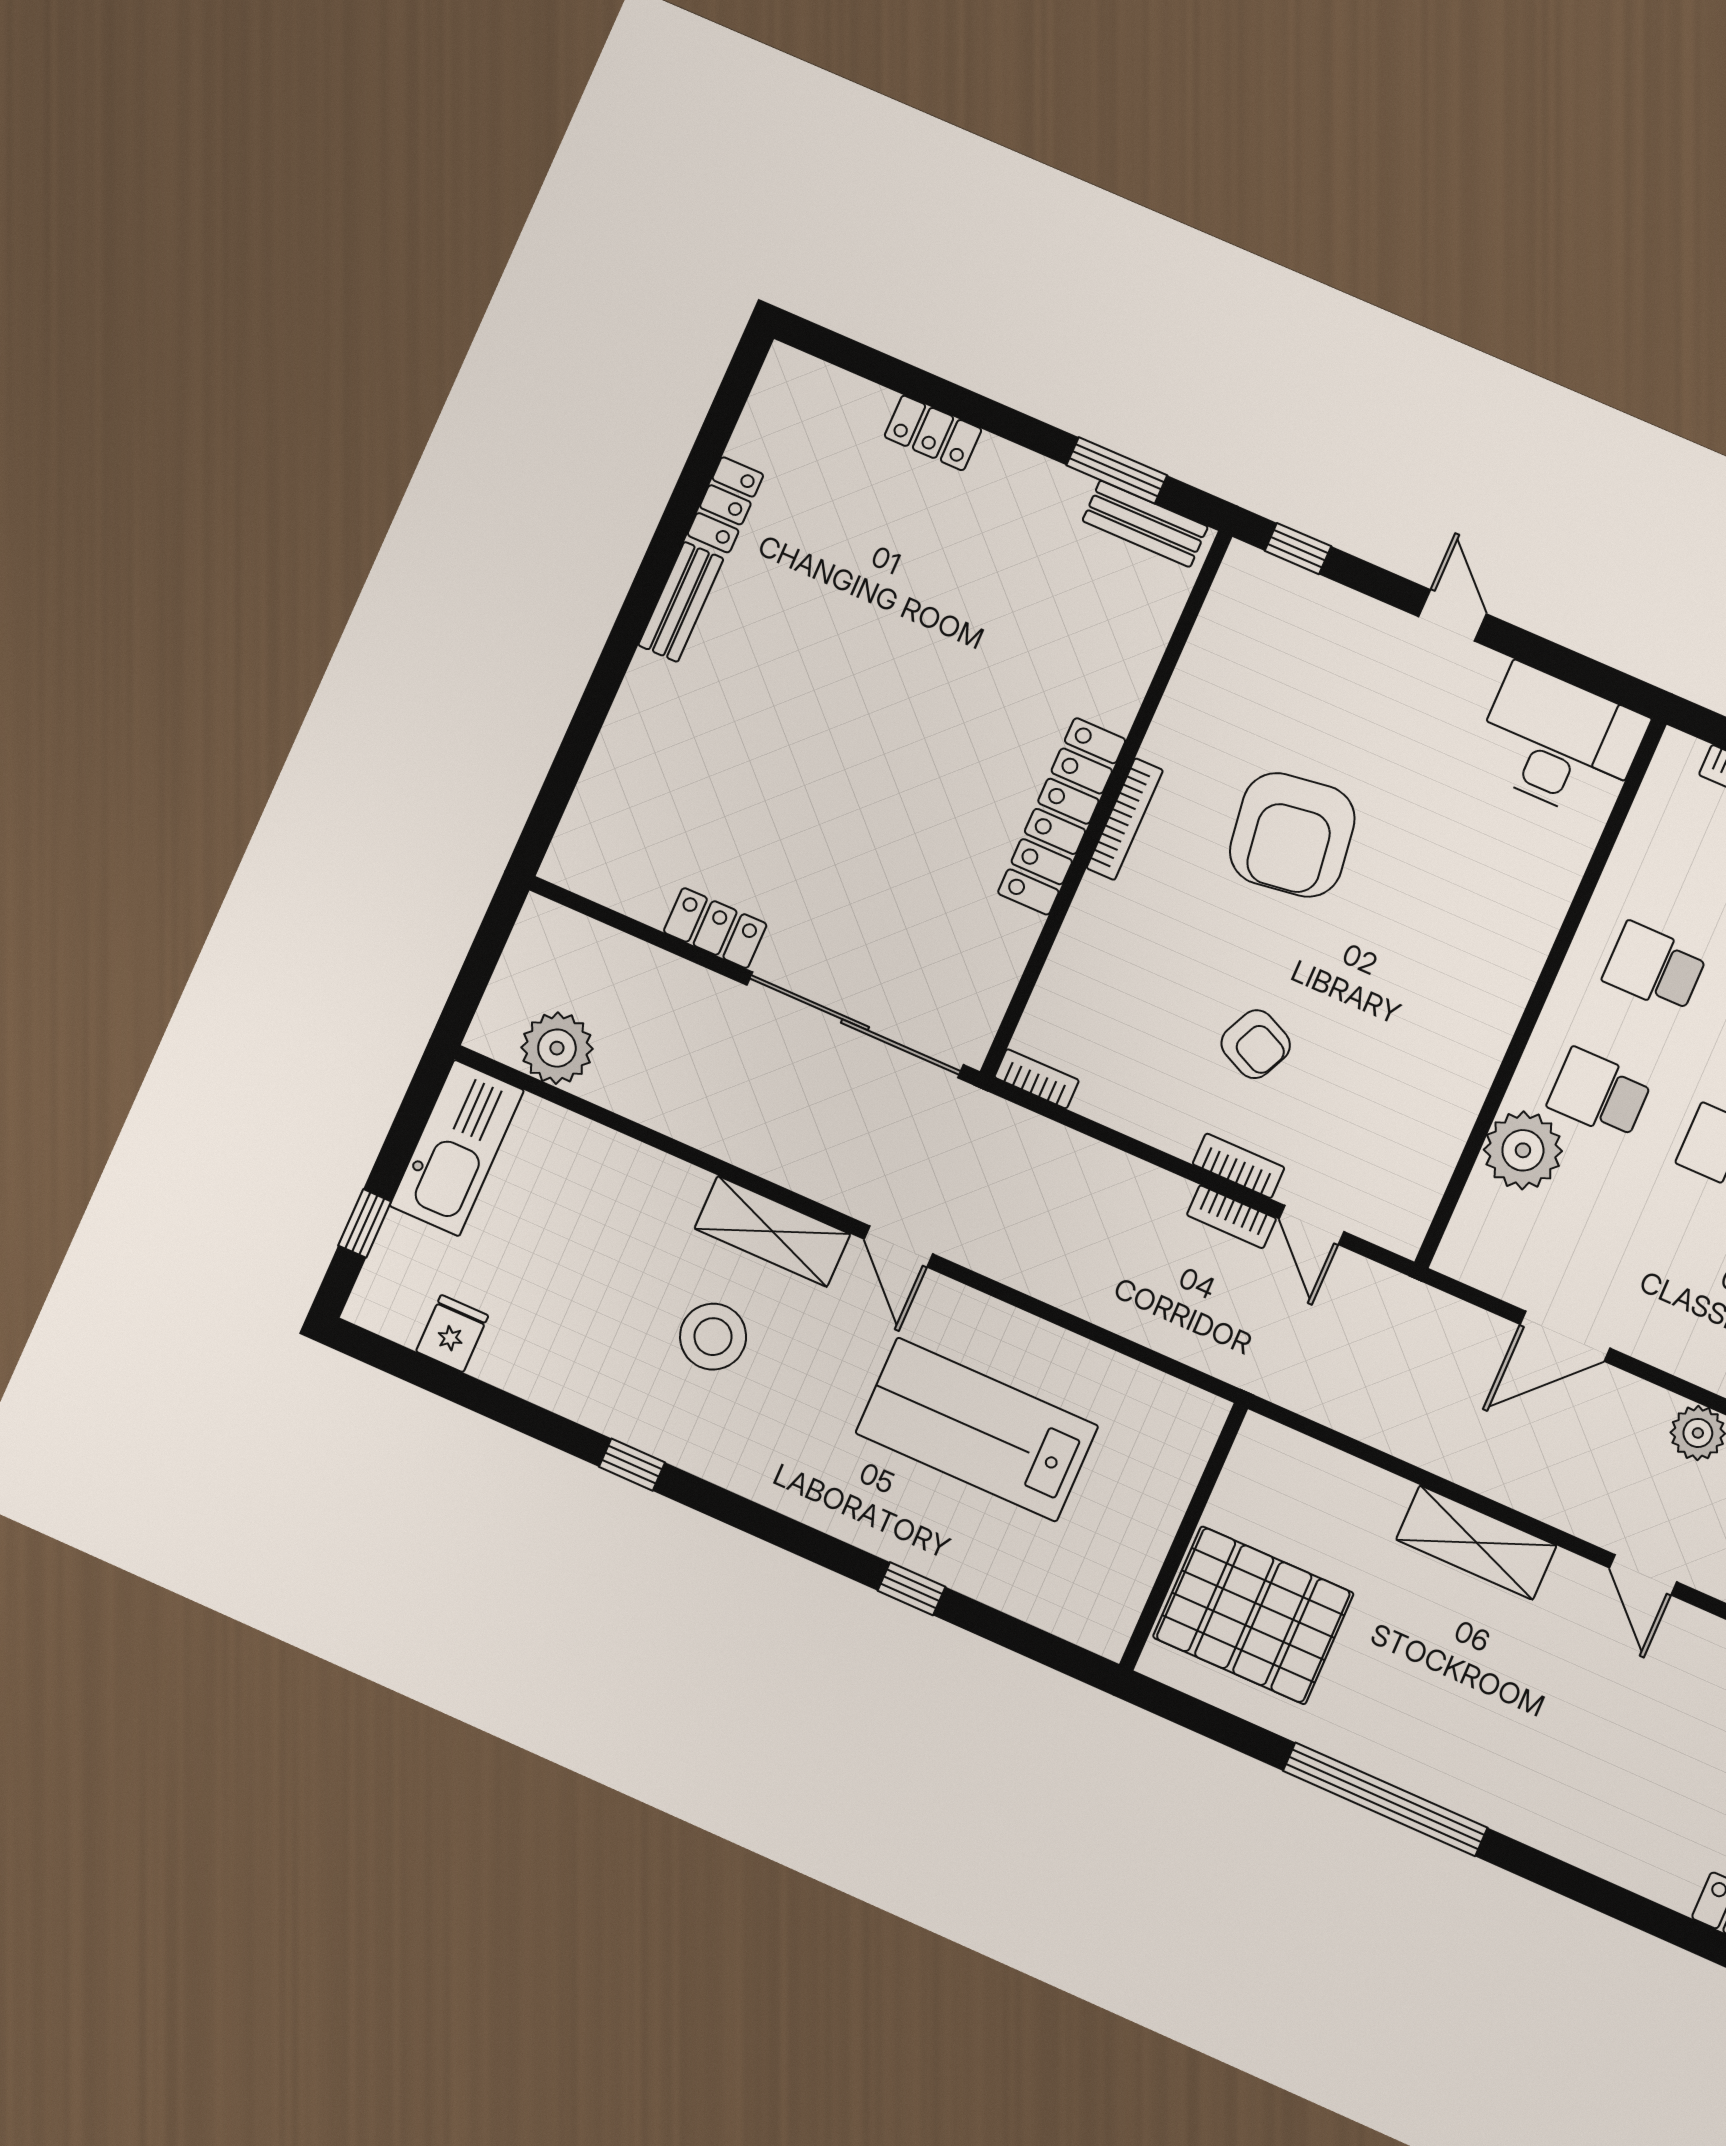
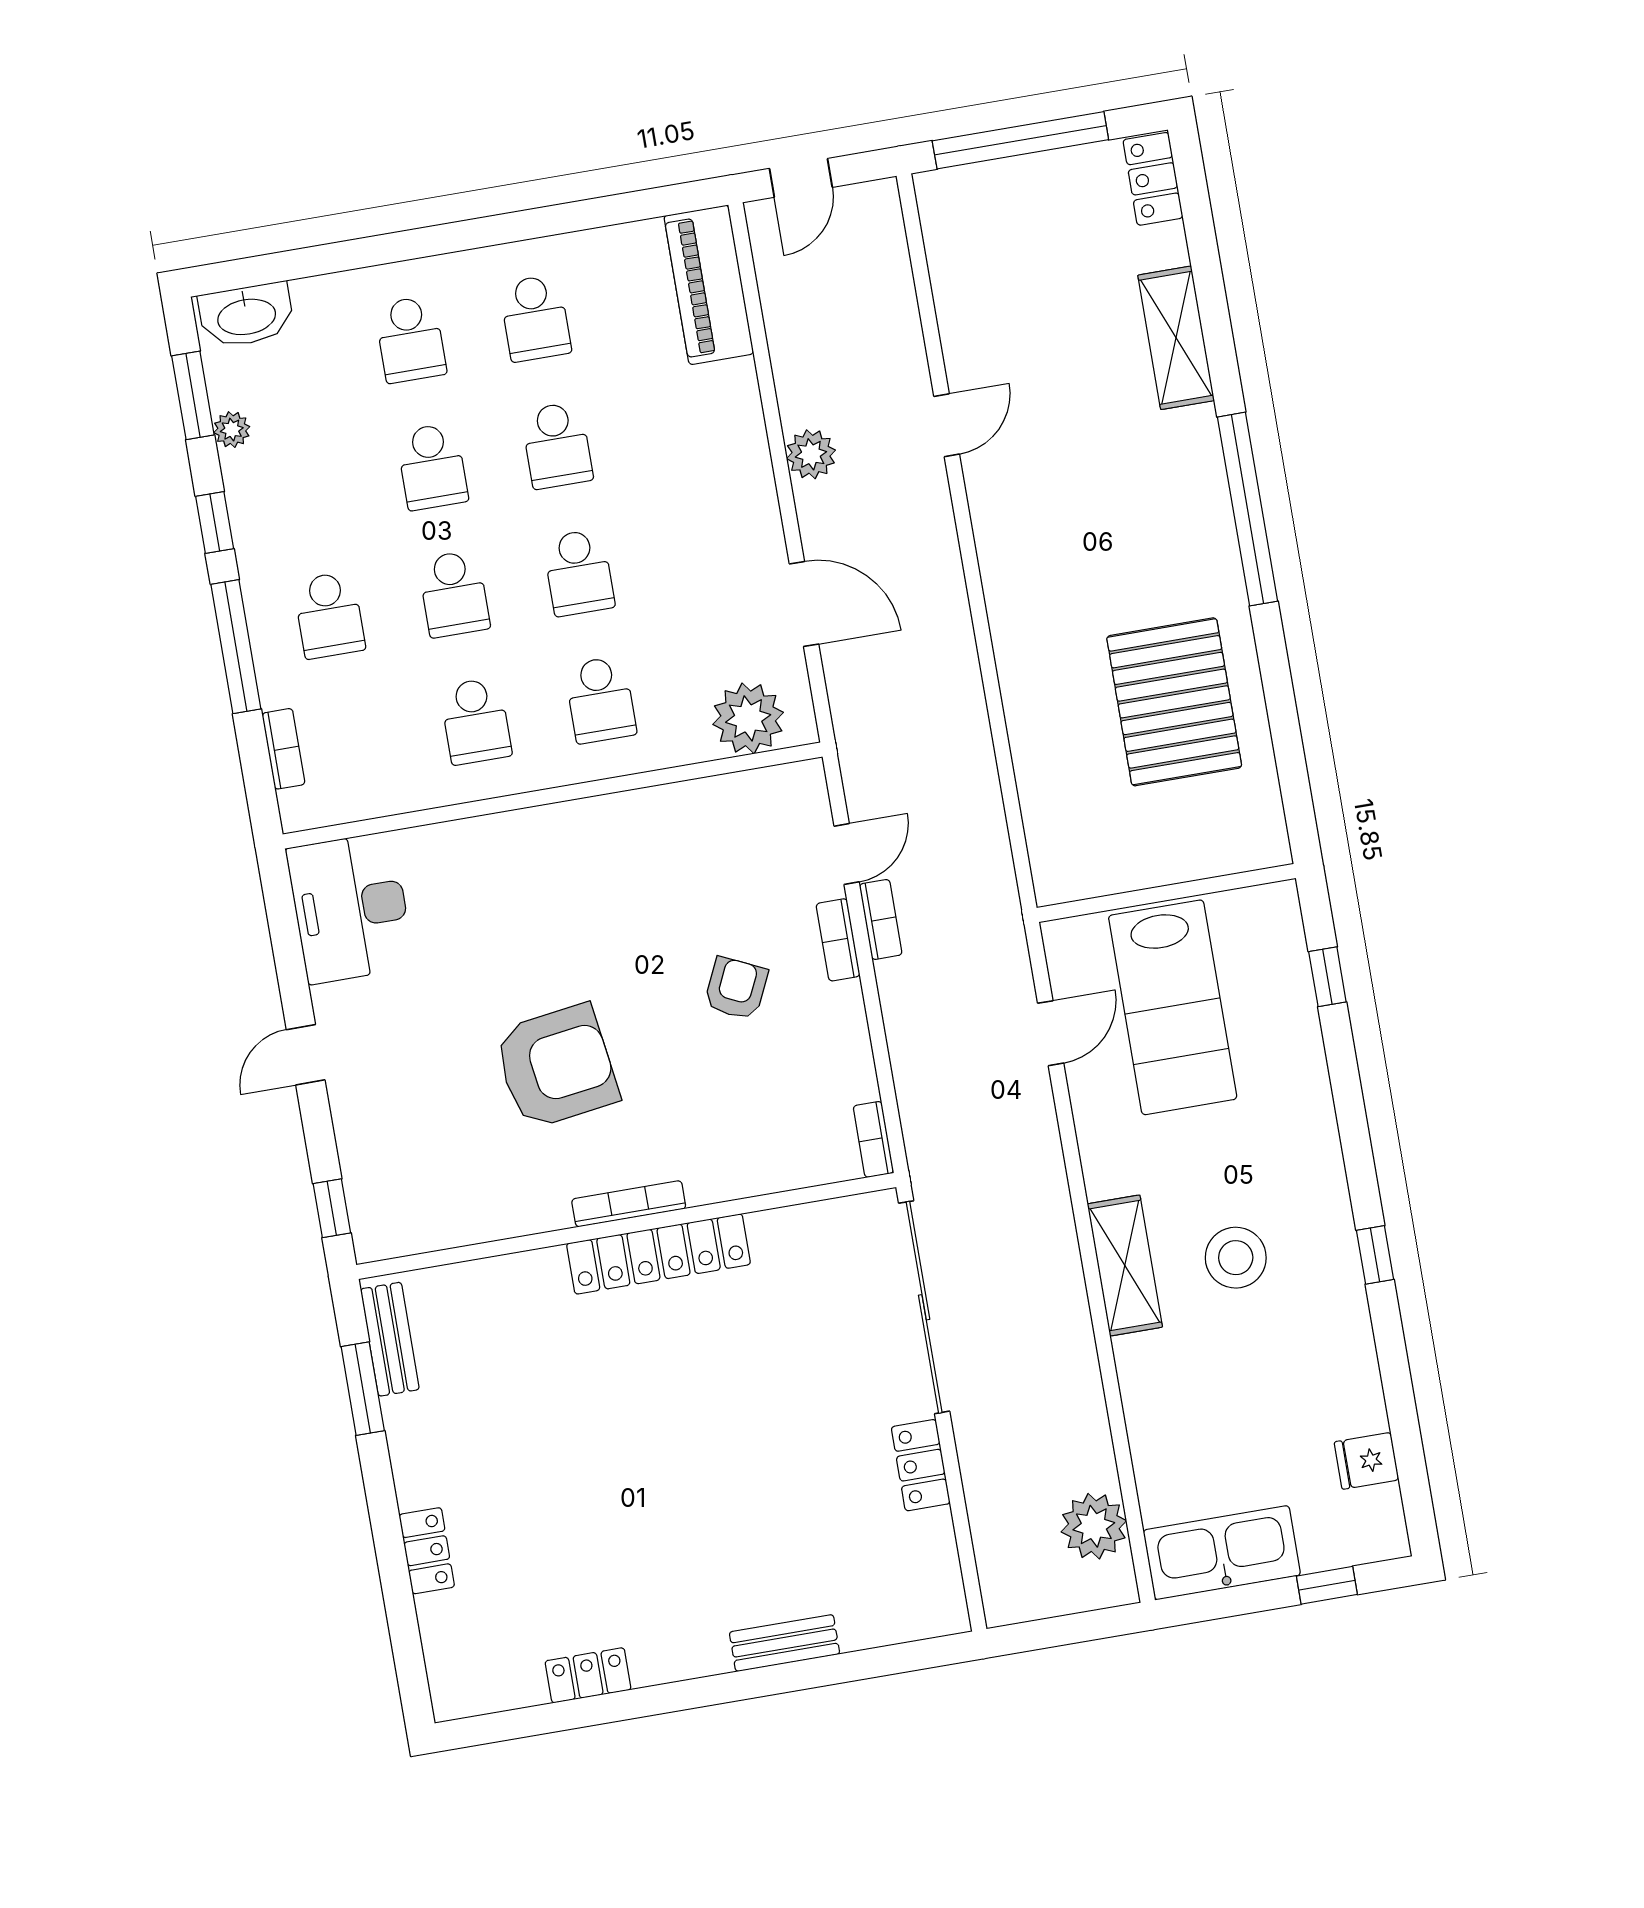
bench: (681, 602) -> (785, 1643), moved
plant: (1523, 1150) -> (748, 718), moved
door: (898, 1246) -> (1051, 1033), moved
wall: (1184, 1537) -> (1166, 893), moved
shelving: (1476, 1542) -> (1176, 338), moved

